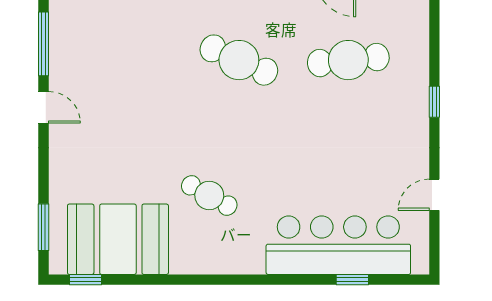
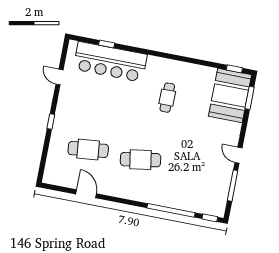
cafe table: (239, 60) -> (141, 160), turned -33
cafe table: (209, 195) -> (167, 98), turned 61
door: (434, 195) -> (59, 77), swing flipped
booth: (118, 239) -> (230, 96), moved, turned 90

